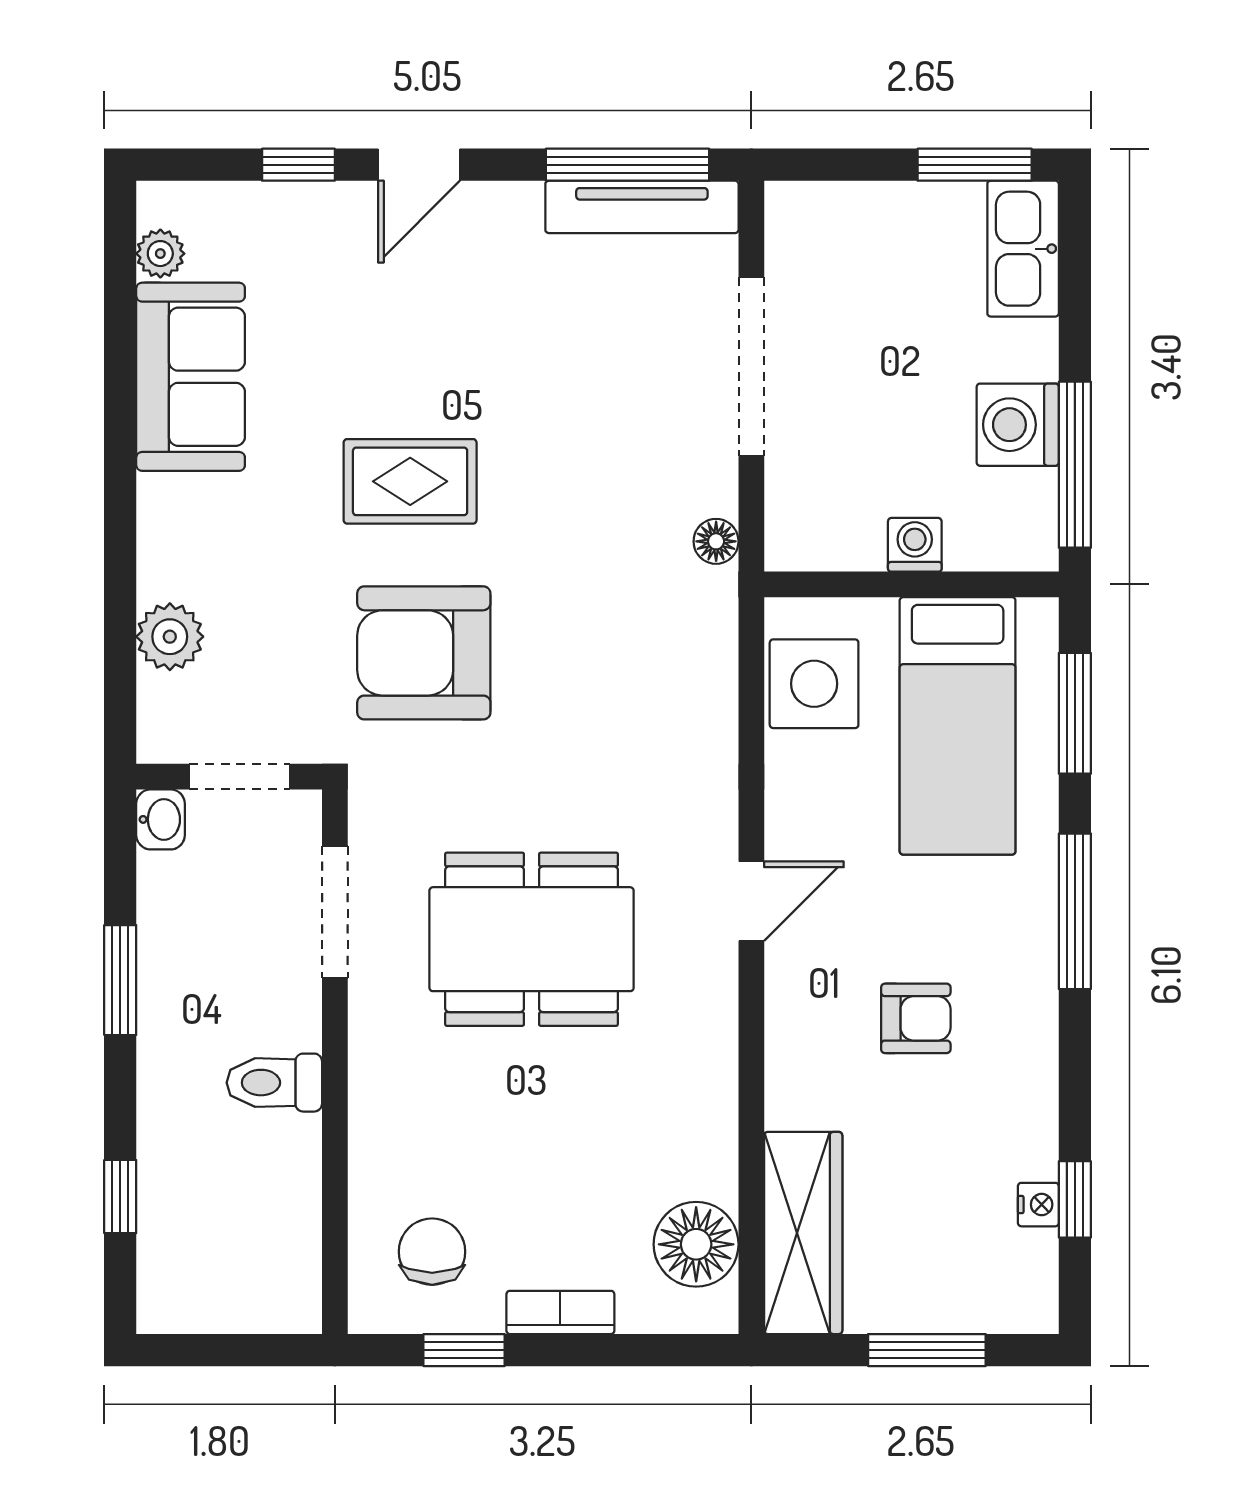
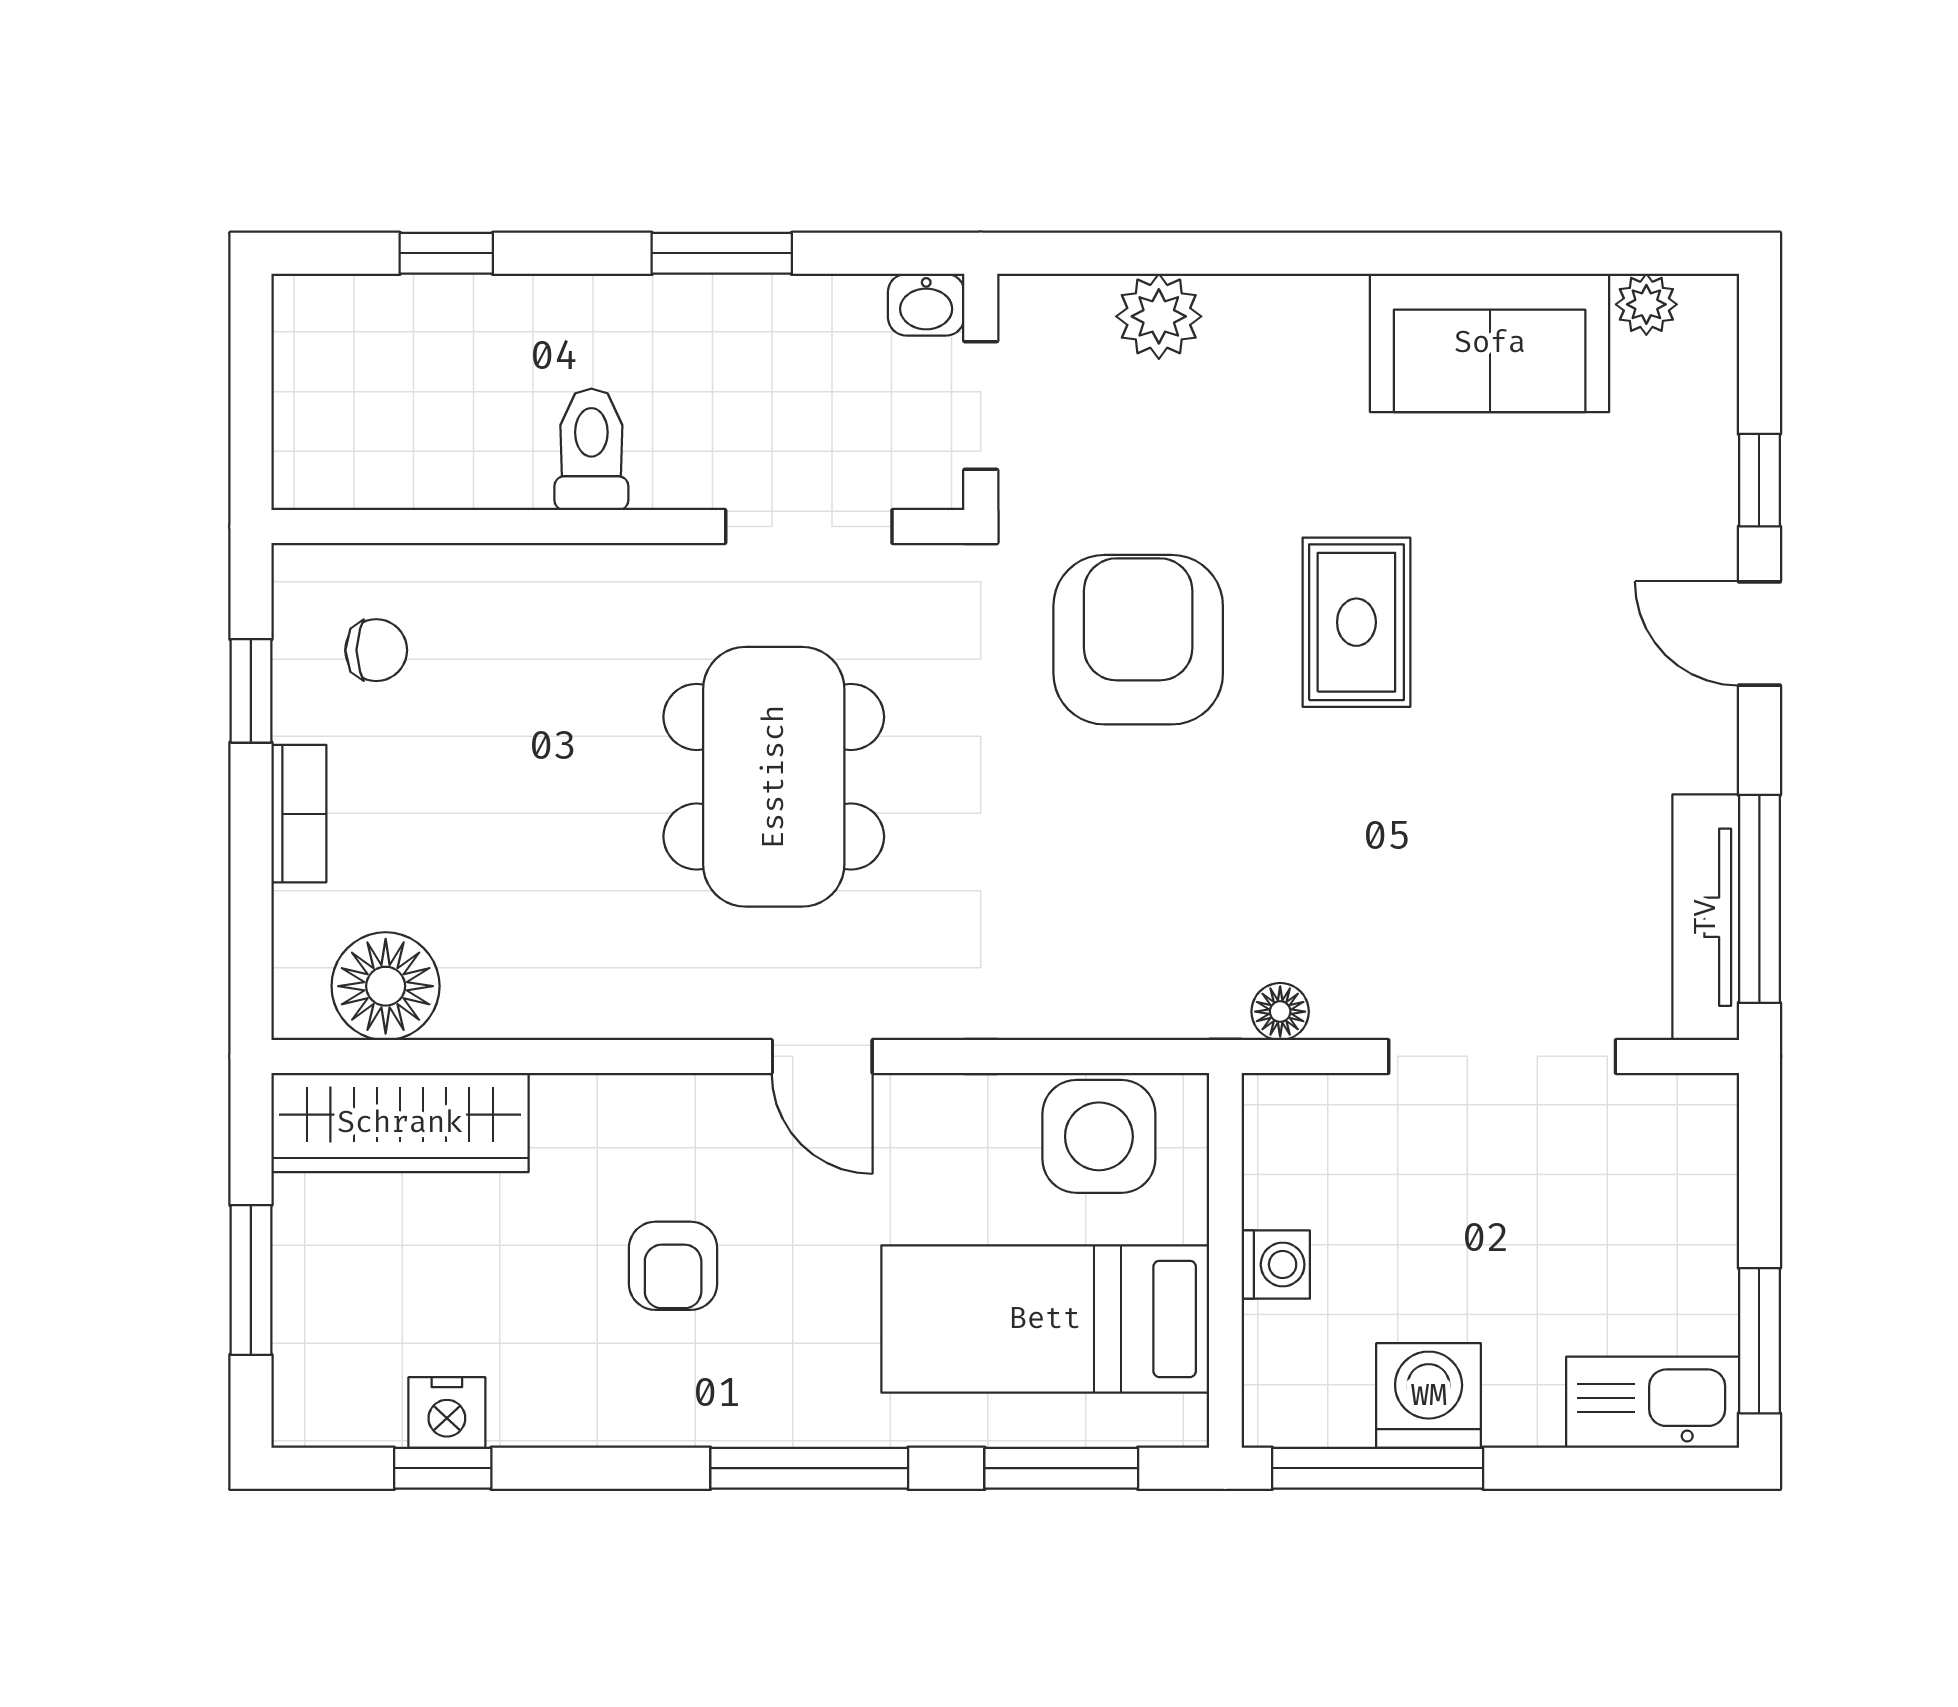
nightstand: (1038, 1205) -> (447, 1413), width x1.39, depth x1.35
chair: (432, 1252) -> (376, 650), width x0.73, depth x0.73

